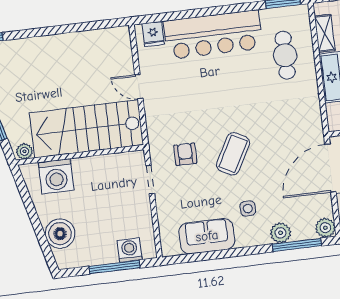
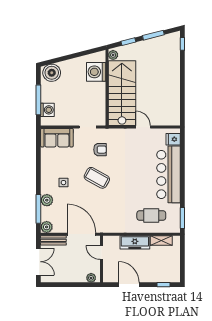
door: (139, 87) -> (143, 127), hinge flipped
boiler: (60, 234) -> (52, 73), moved
sofa: (207, 236) -> (57, 138), moved, turned 90

